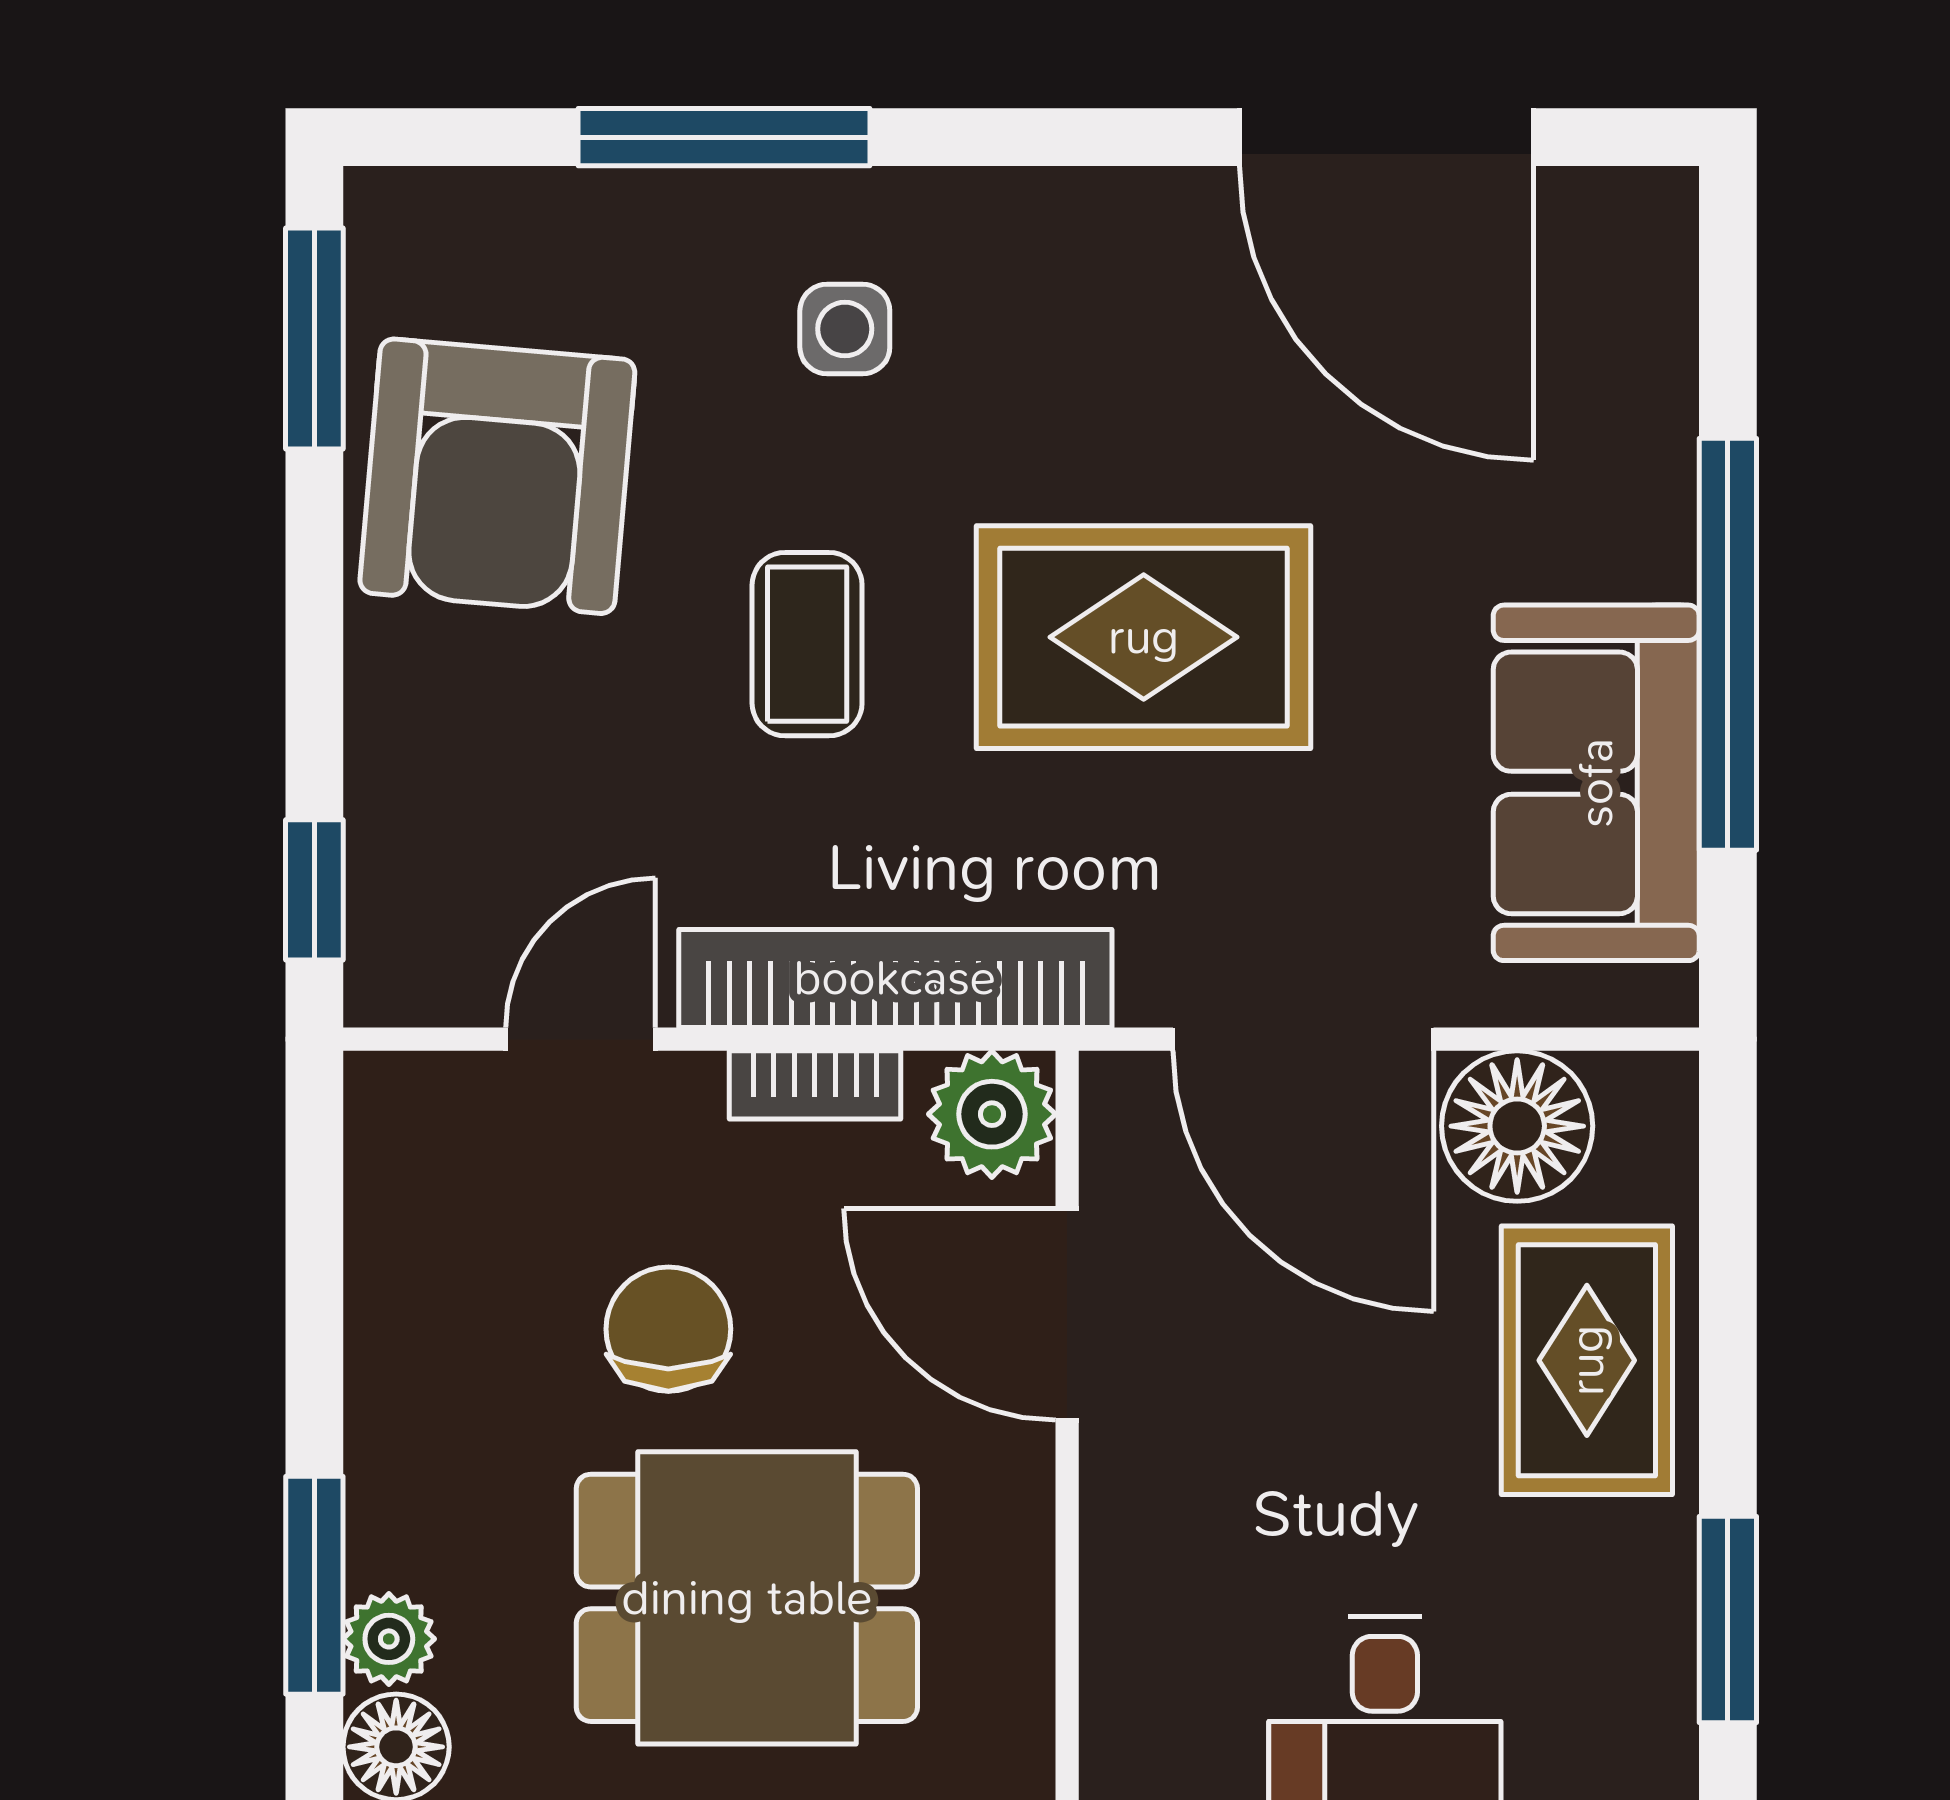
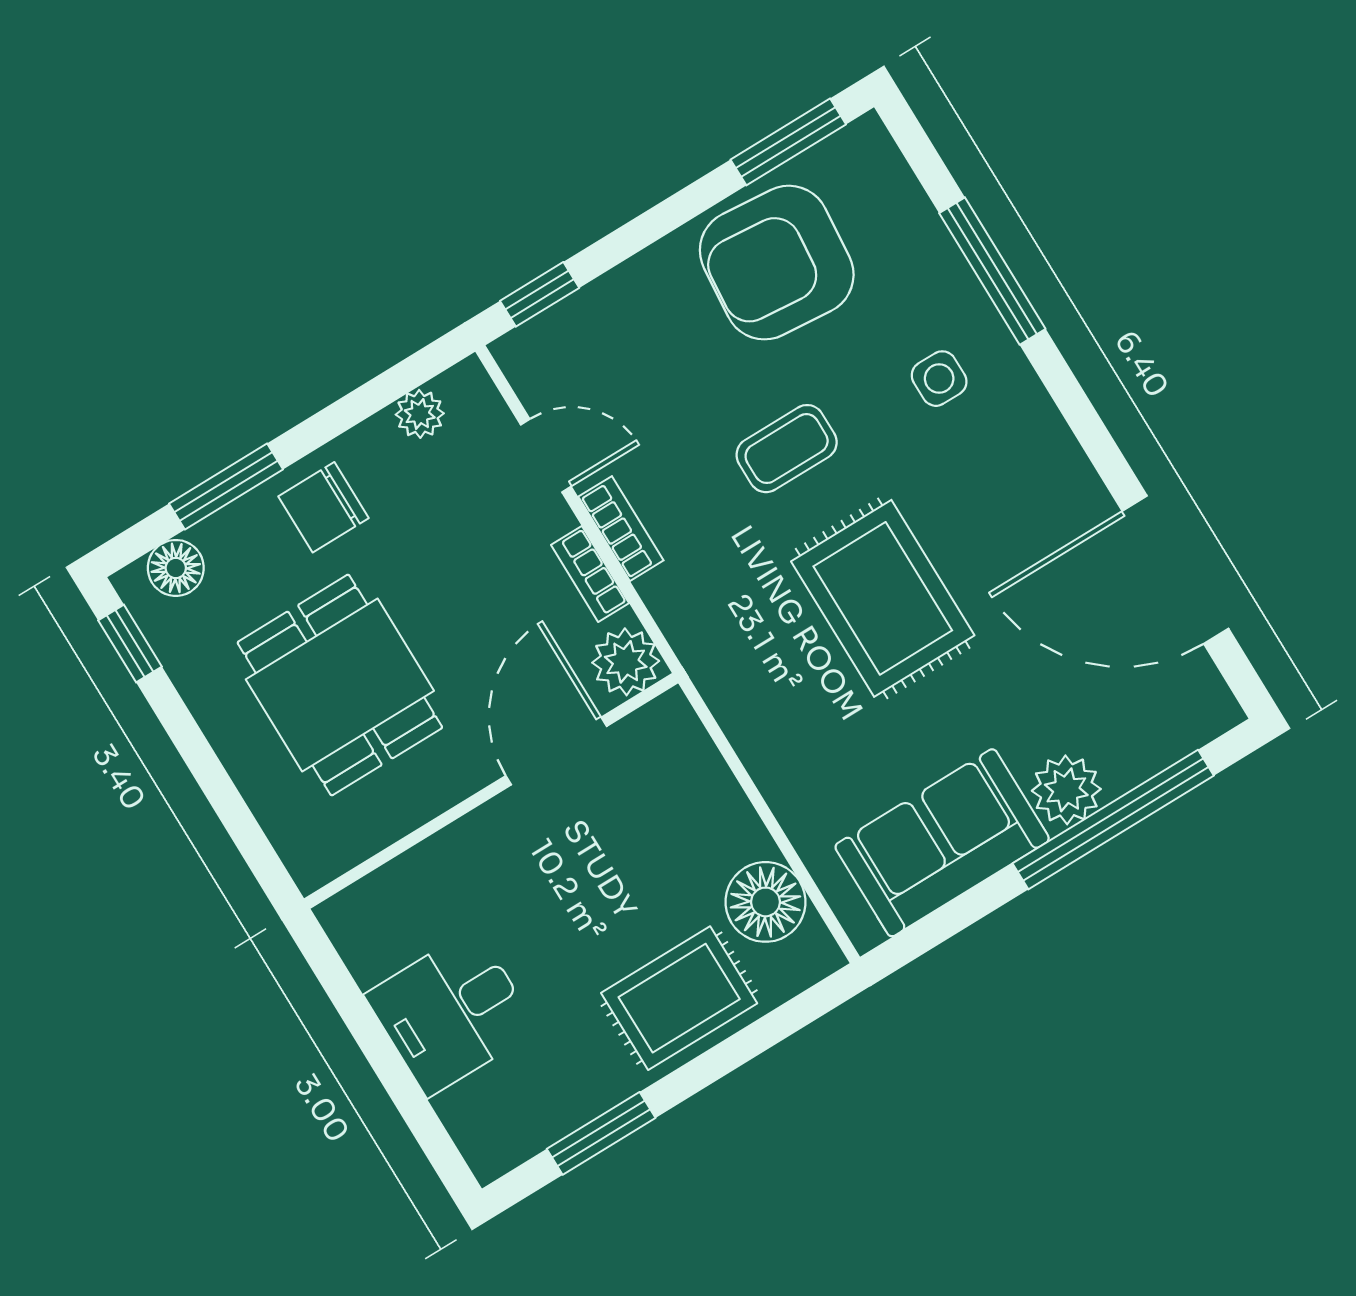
door: (1386, 137) -> (1175, 570), hinge flipped
plant: (1634, 530) -> (1066, 790), added
window: (1728, 644) -> (1113, 820), moved
bookcase: (895, 978) -> (621, 529), width x0.43, depth x0.76
door: (1303, 1039) -> (746, 781), removed
chair: (668, 1329) -> (323, 507), moved, turned 180
plant: (389, 1639) -> (420, 414), moved

